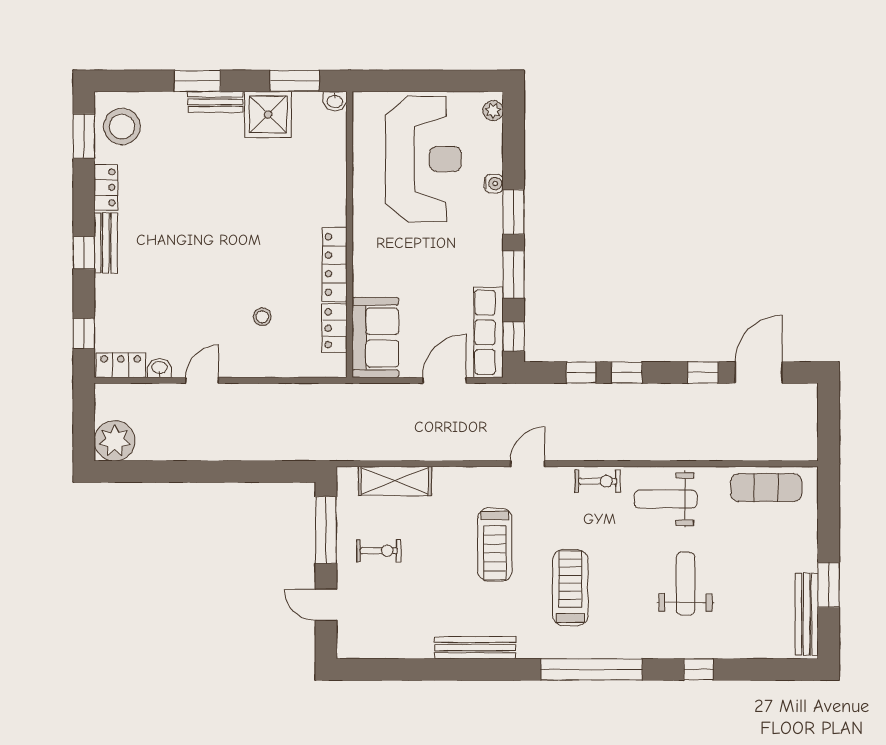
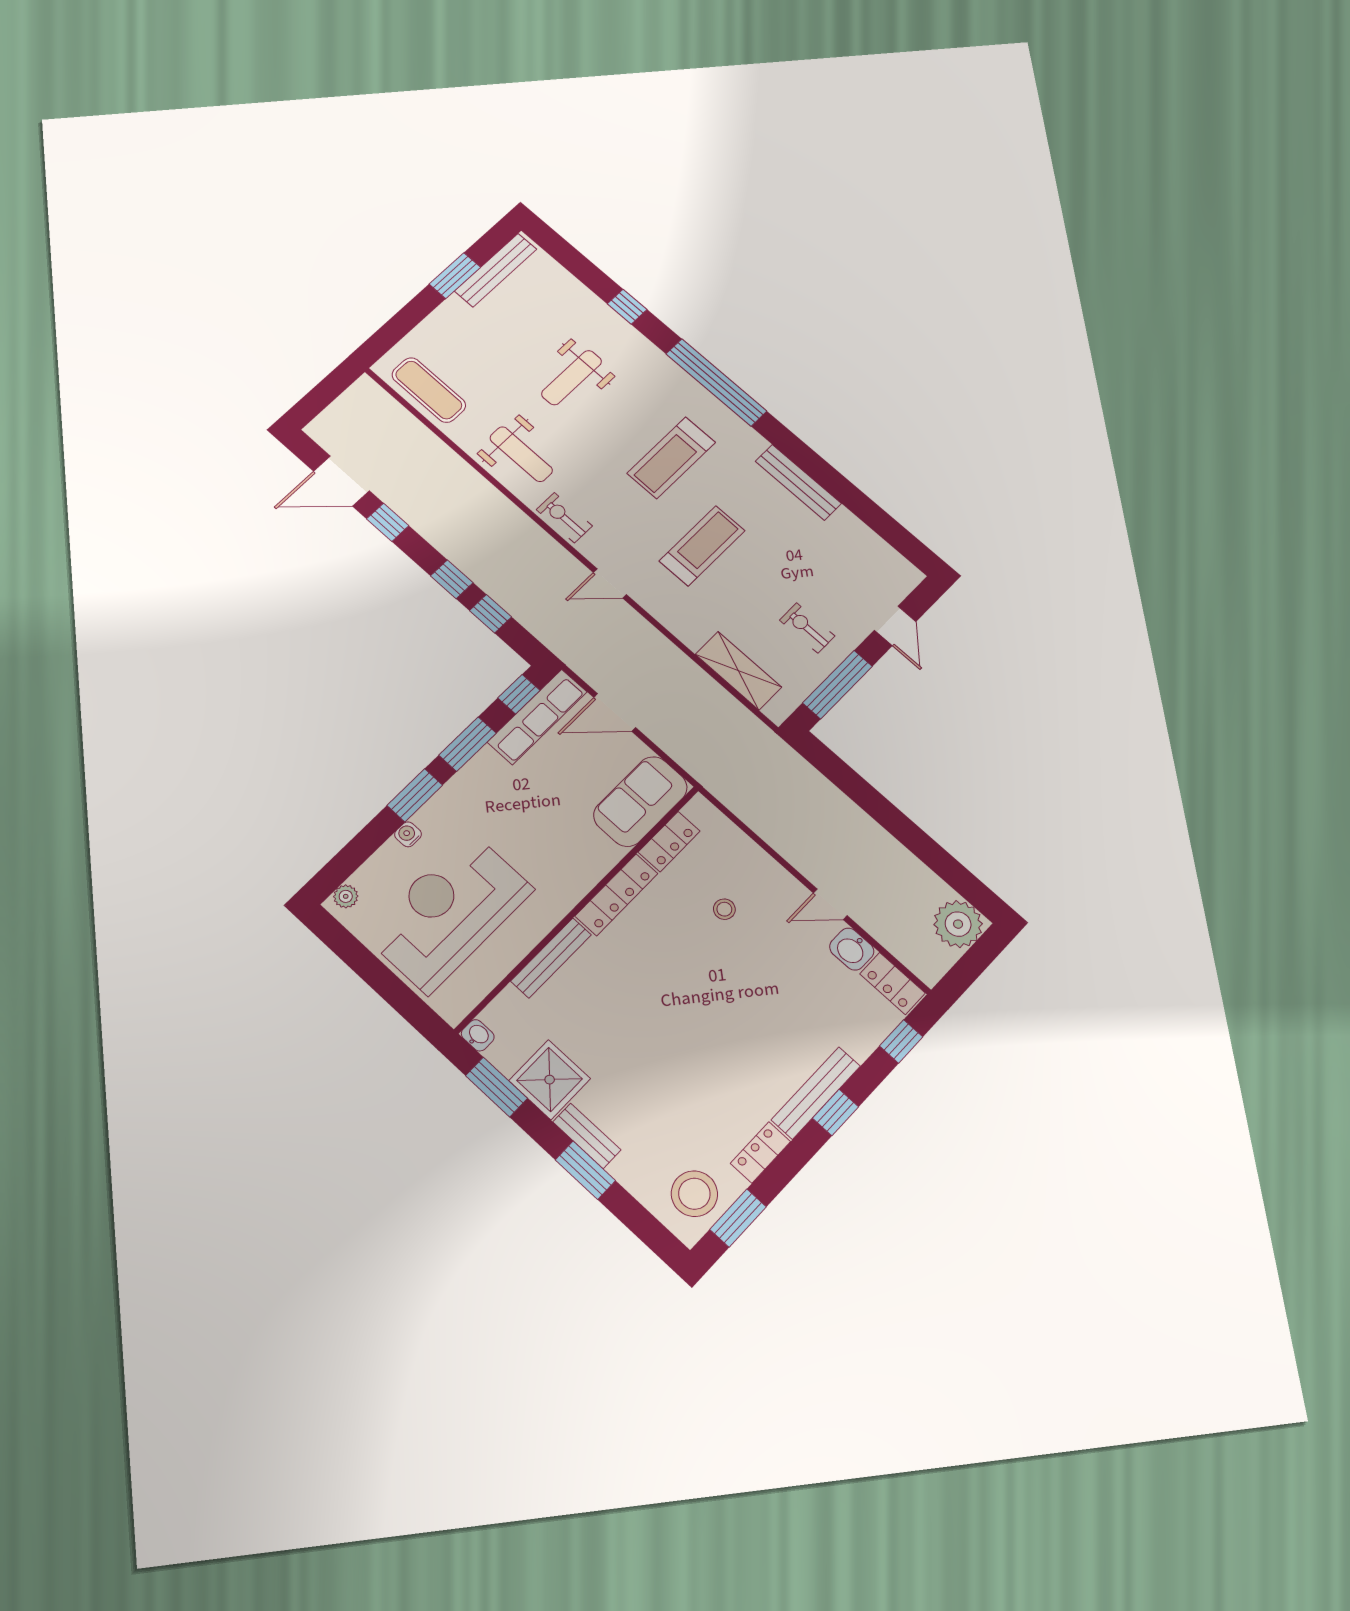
bench: (337, 188) -> (551, 958), added
bench: (106, 243) -> (816, 1093), width x1.36
washbasin: (159, 368) -> (852, 949), width x1.38, depth x1.45

